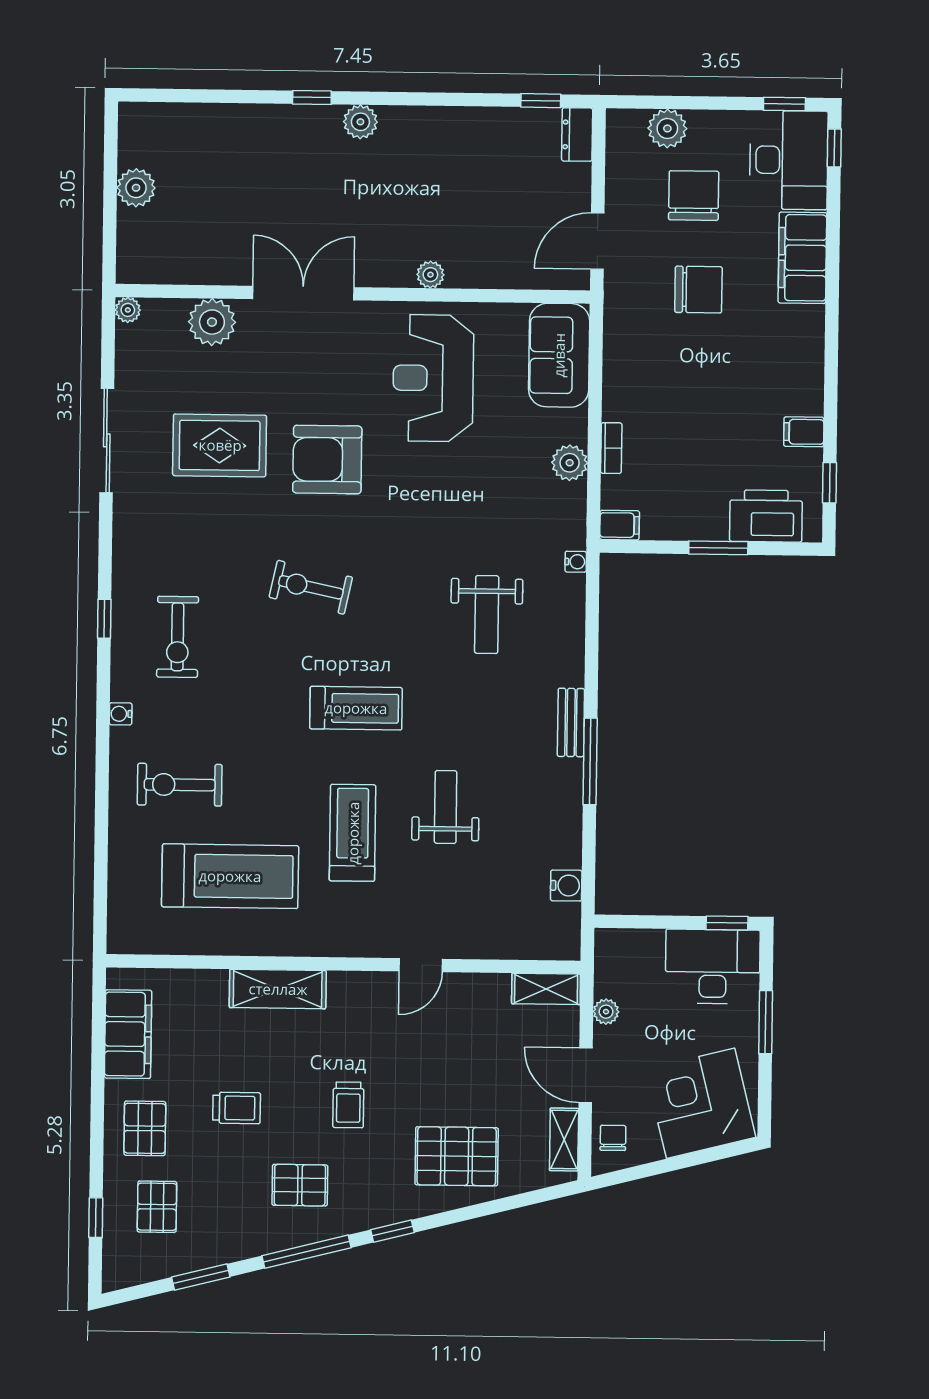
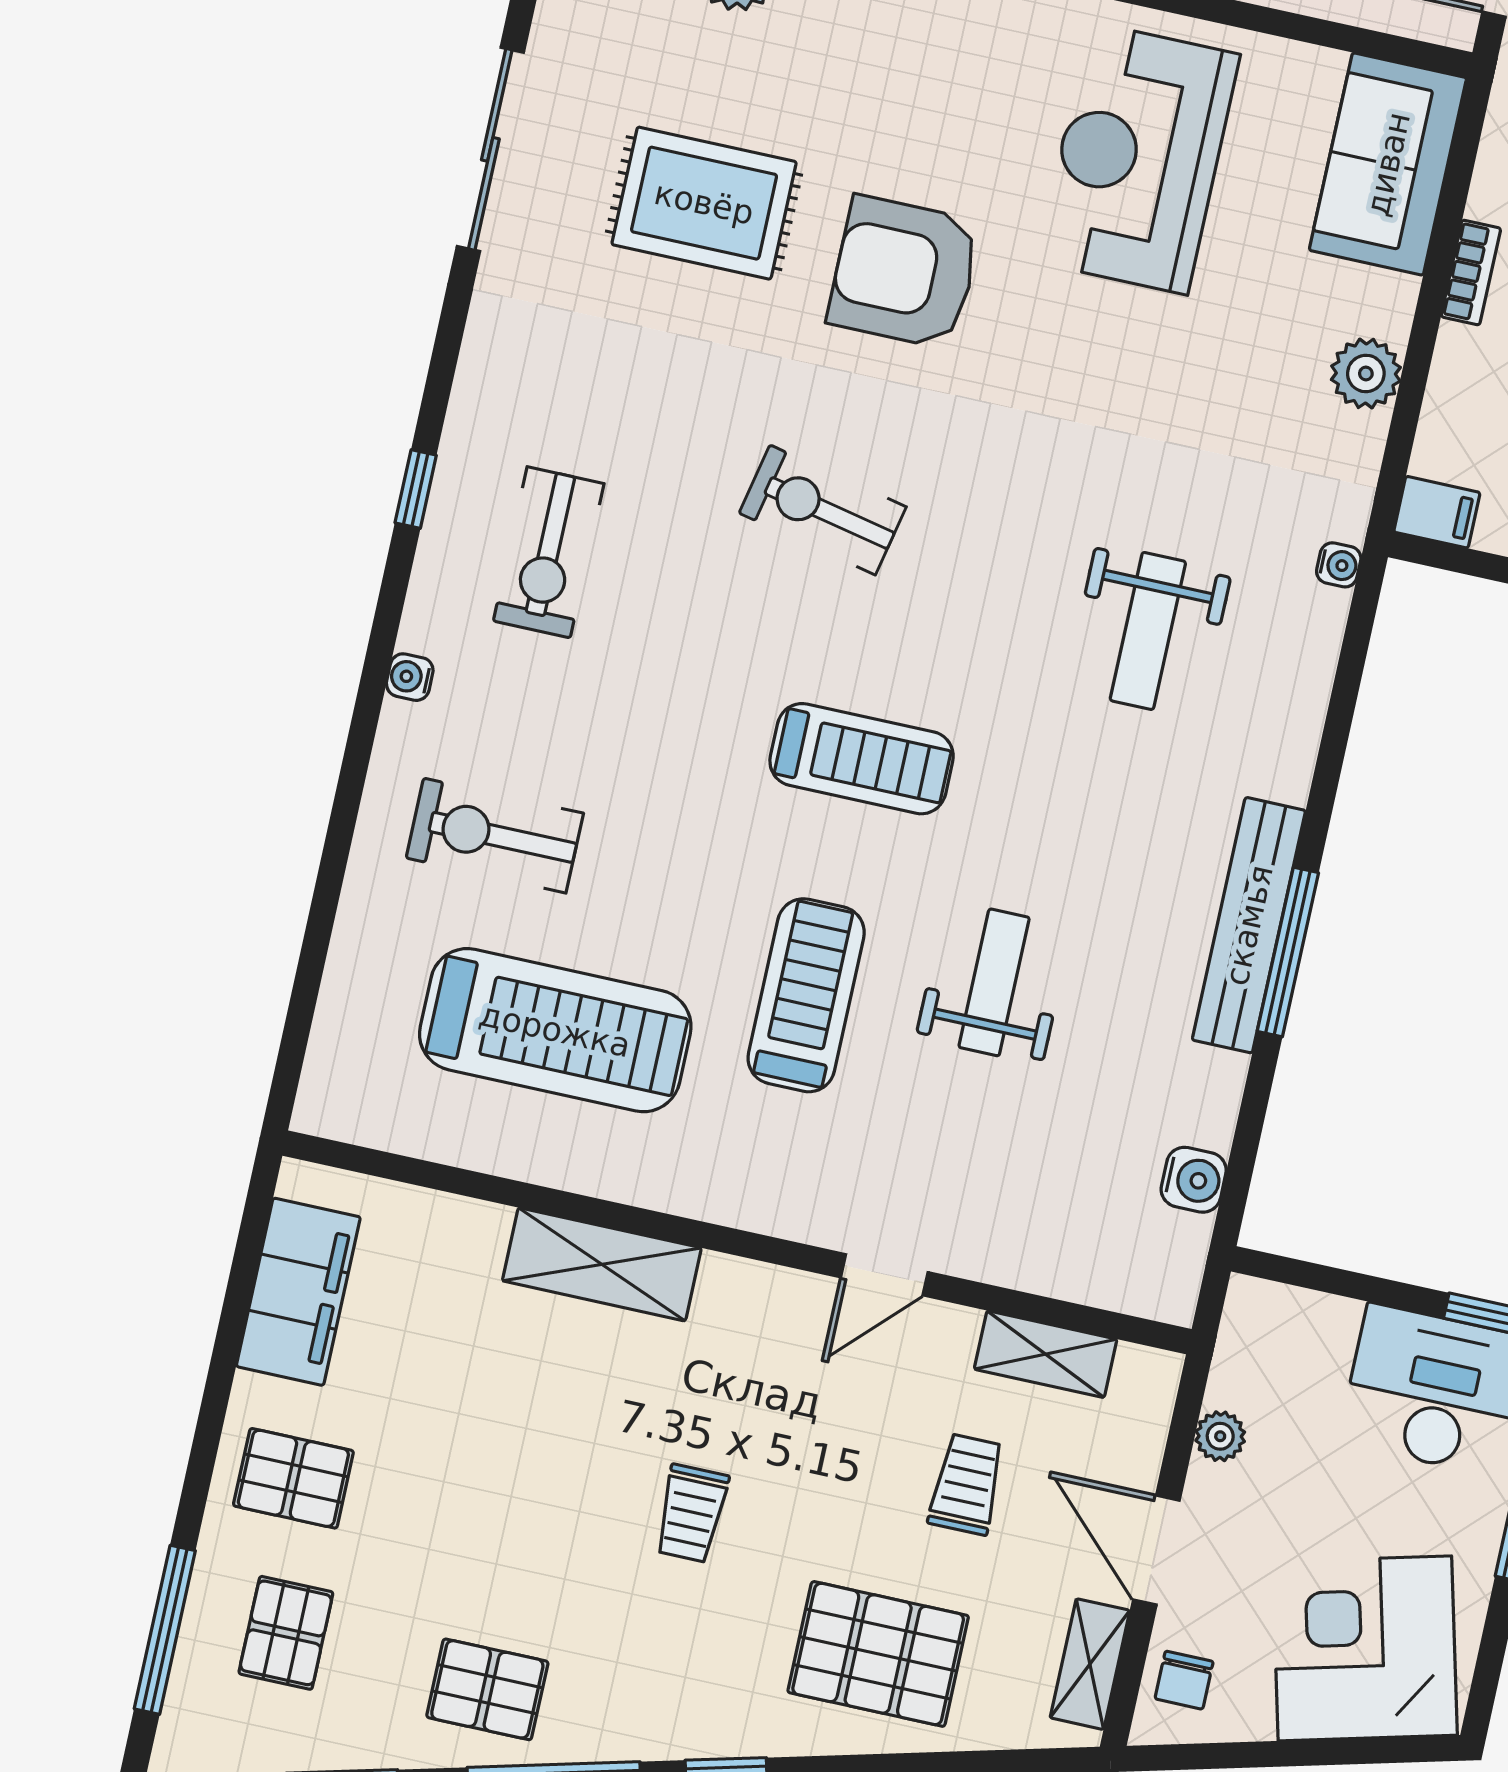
bookcase: (611, 448) -> (1471, 272), moved
bench: (571, 722) -> (1249, 925), width x1.86, depth x1.21
shelving: (546, 989) -> (1046, 1354), moved
trolley: (237, 1108) -> (967, 1484), moved, turned -90
pallet: (145, 1128) -> (293, 1478), turned 90
chair: (613, 1138) -> (1184, 1680), turned 180
pallet: (300, 1185) -> (487, 1689), moved
window: (96, 1218) -> (165, 1630), width x2.17

